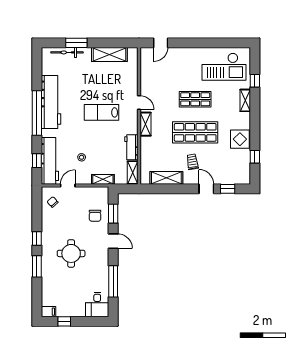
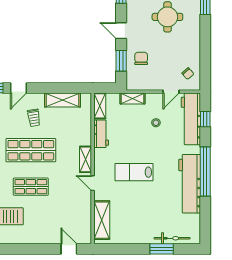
door: (161, 43) -> (69, 249), hinge flipped
shelving: (109, 54) -> (102, 220), moved, turned 90
lab bench: (101, 112) -> (134, 172), turned 180
door: (206, 189) -> (19, 88), hinge flipped
window: (37, 239) -> (205, 33), removed

